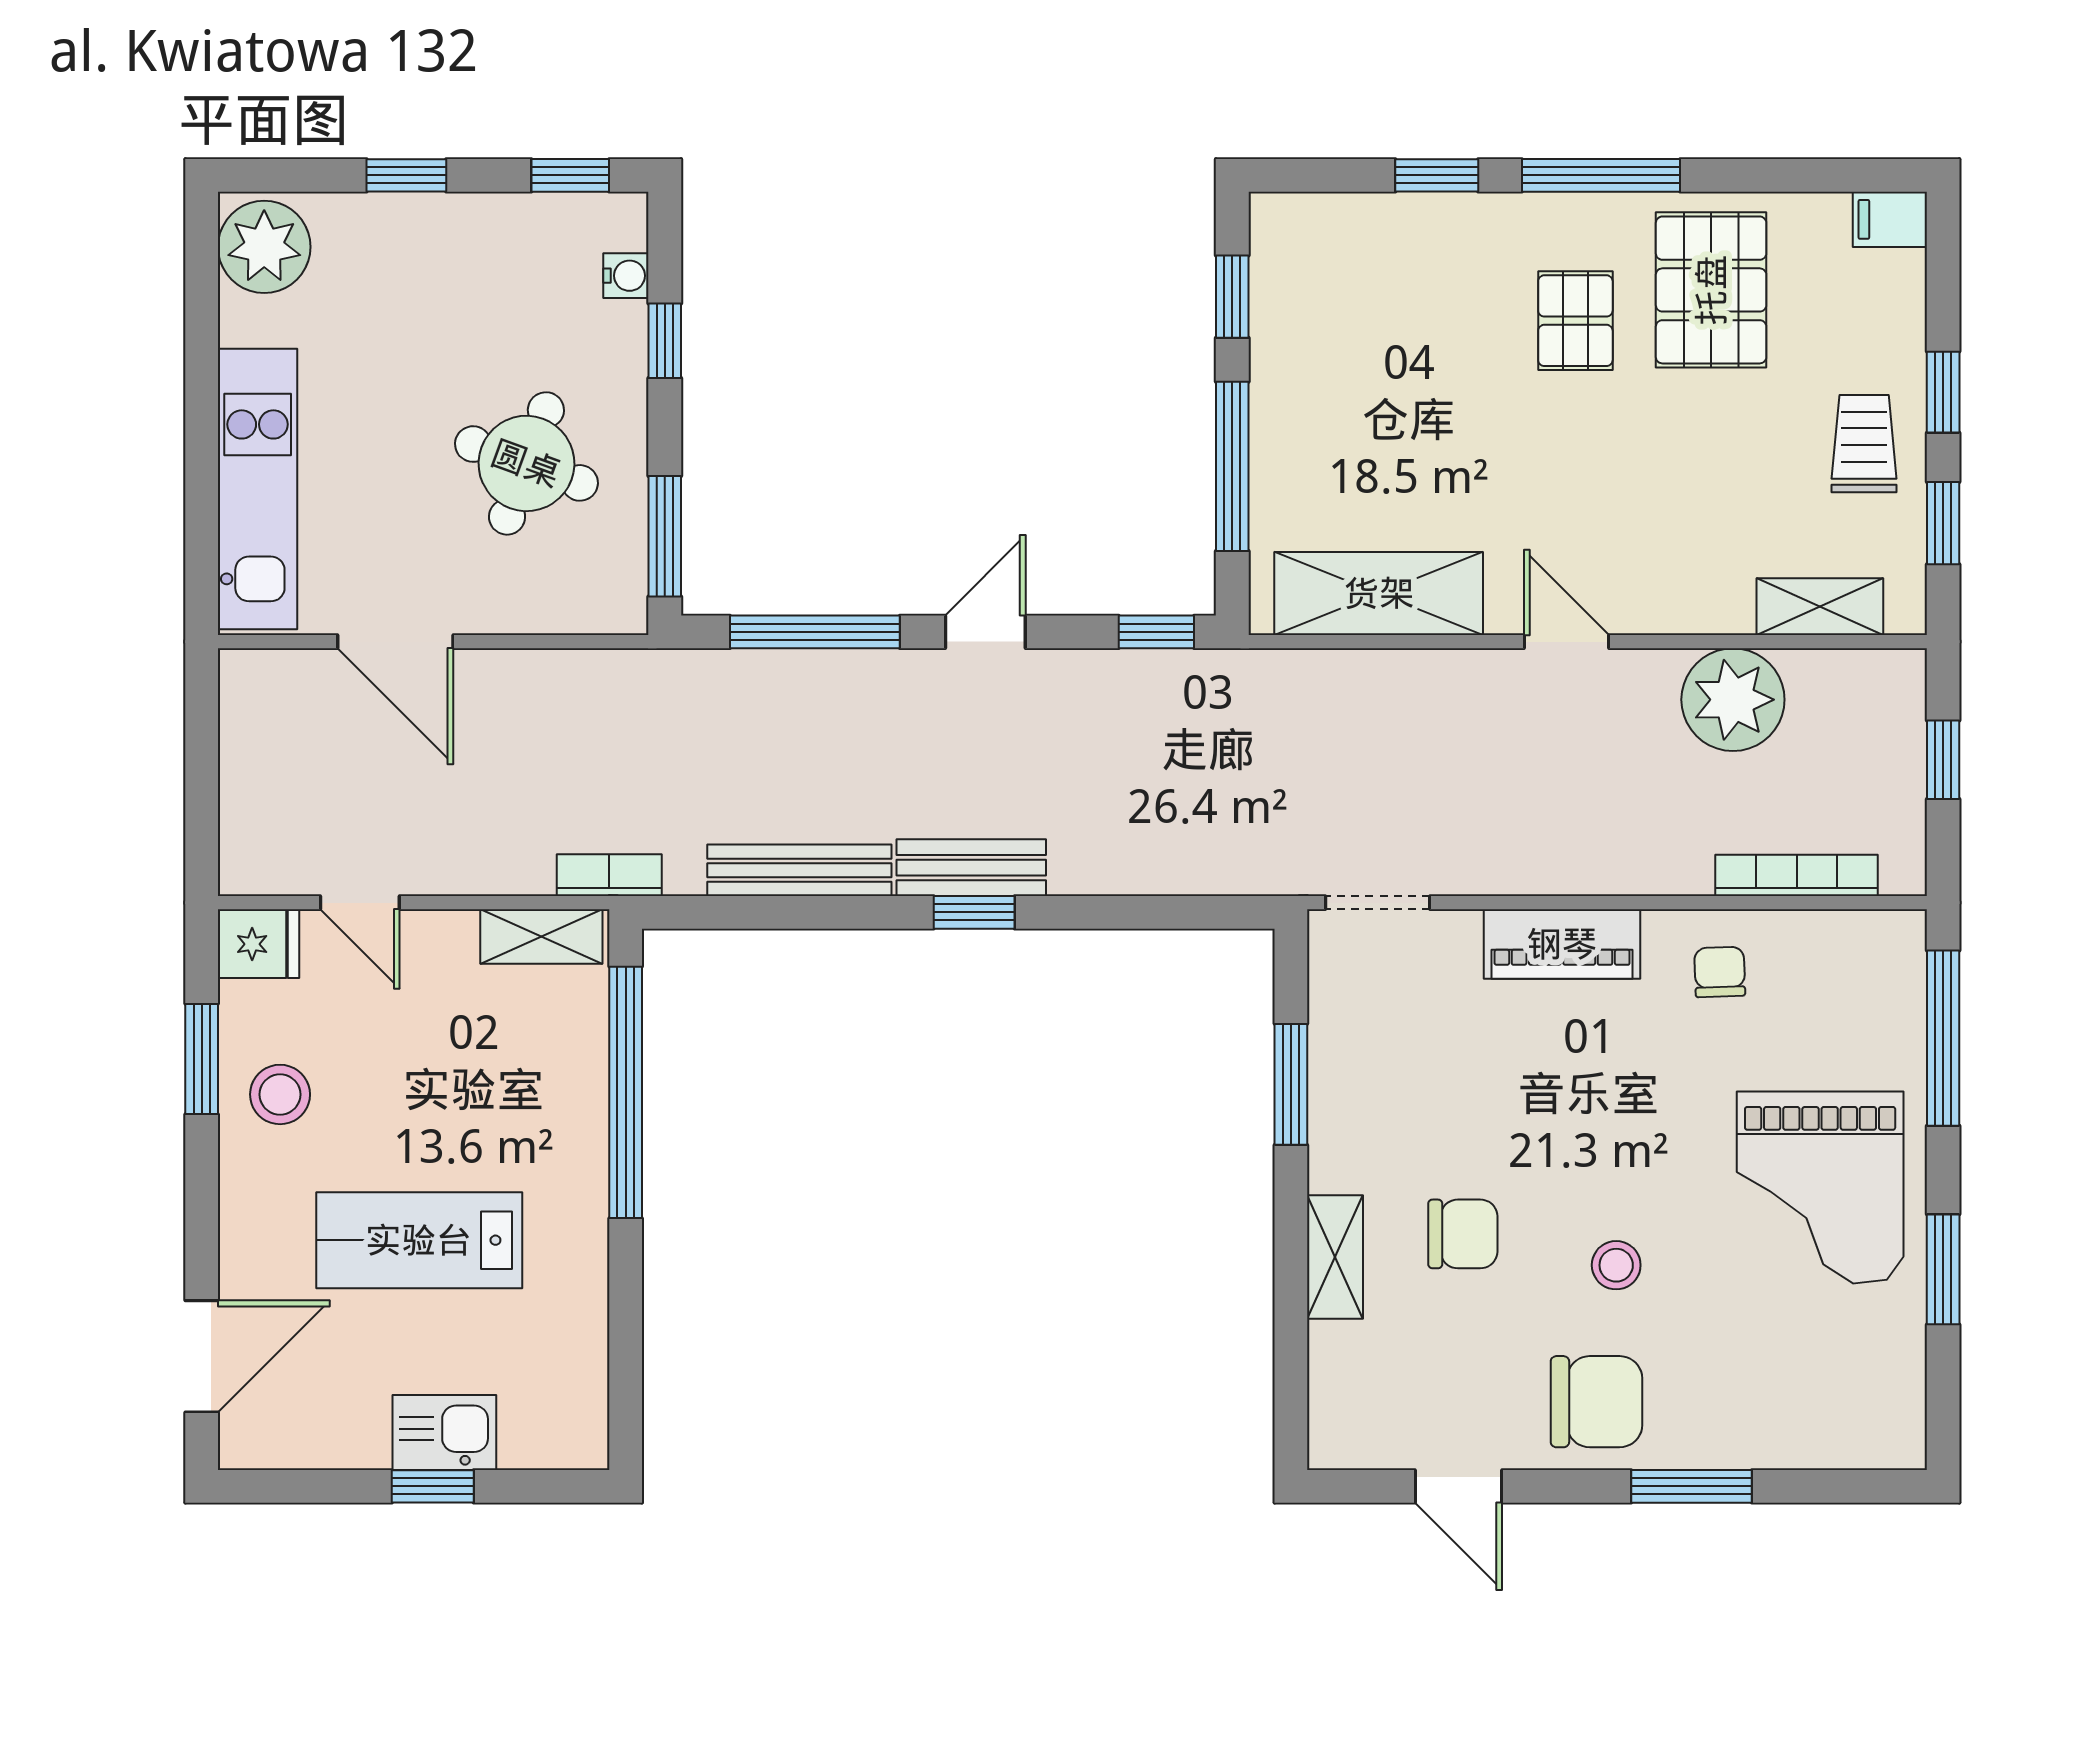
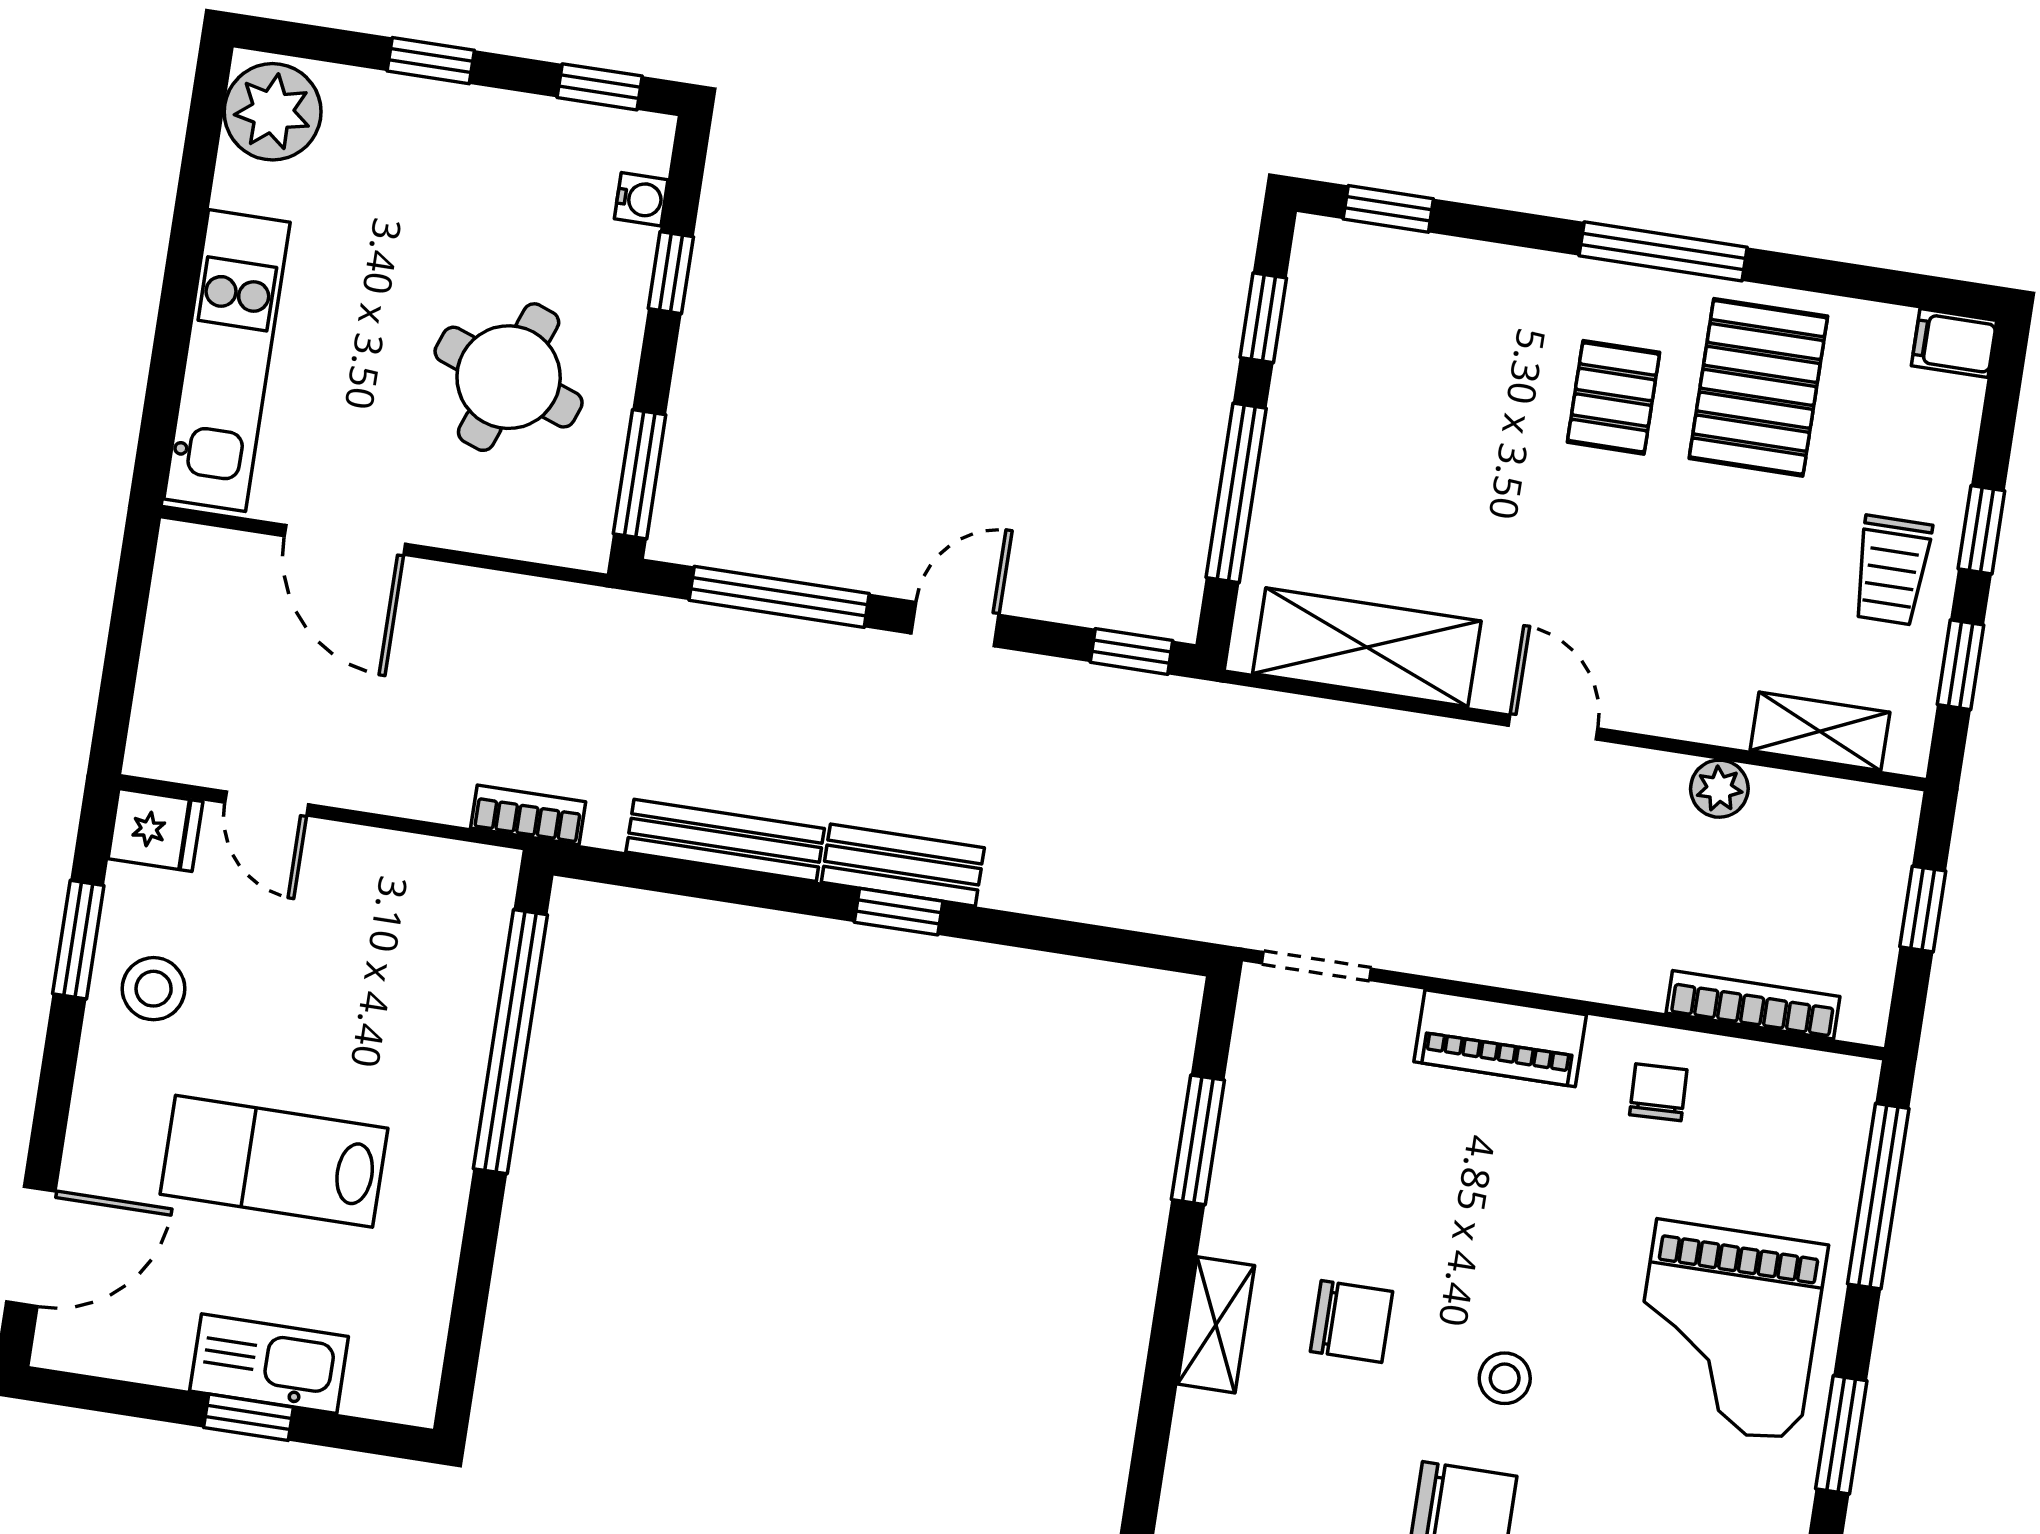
window: (1437, 175) -> (1388, 209), moved
trolley: (1864, 444) -> (1892, 570), turned 180
plant: (1733, 700) -> (1719, 789), width x0.53, depth x0.53
shelving: (541, 937) -> (448, 867), removed
kitchen sink: (444, 1433) -> (269, 1364), width x1.38

